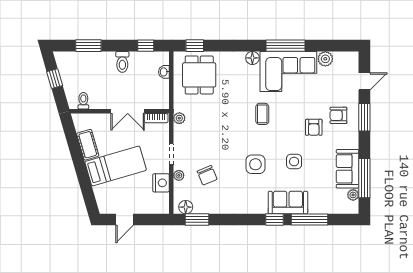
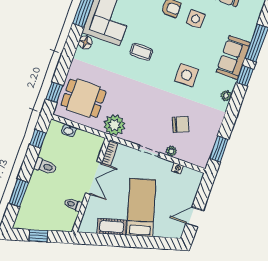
toilet: (83, 101) -> (73, 204), moved
plant: (179, 118) -> (114, 125), width x1.88, depth x1.88
side table: (294, 162) -> (196, 19), moved
nightstand: (161, 183) -> (178, 168), width x0.53, depth x0.56
floor lamp: (186, 207) -> (203, 155), removed
plant: (249, 208) -> (226, 96), added
door: (125, 220) -> (195, 217), swing flipped

